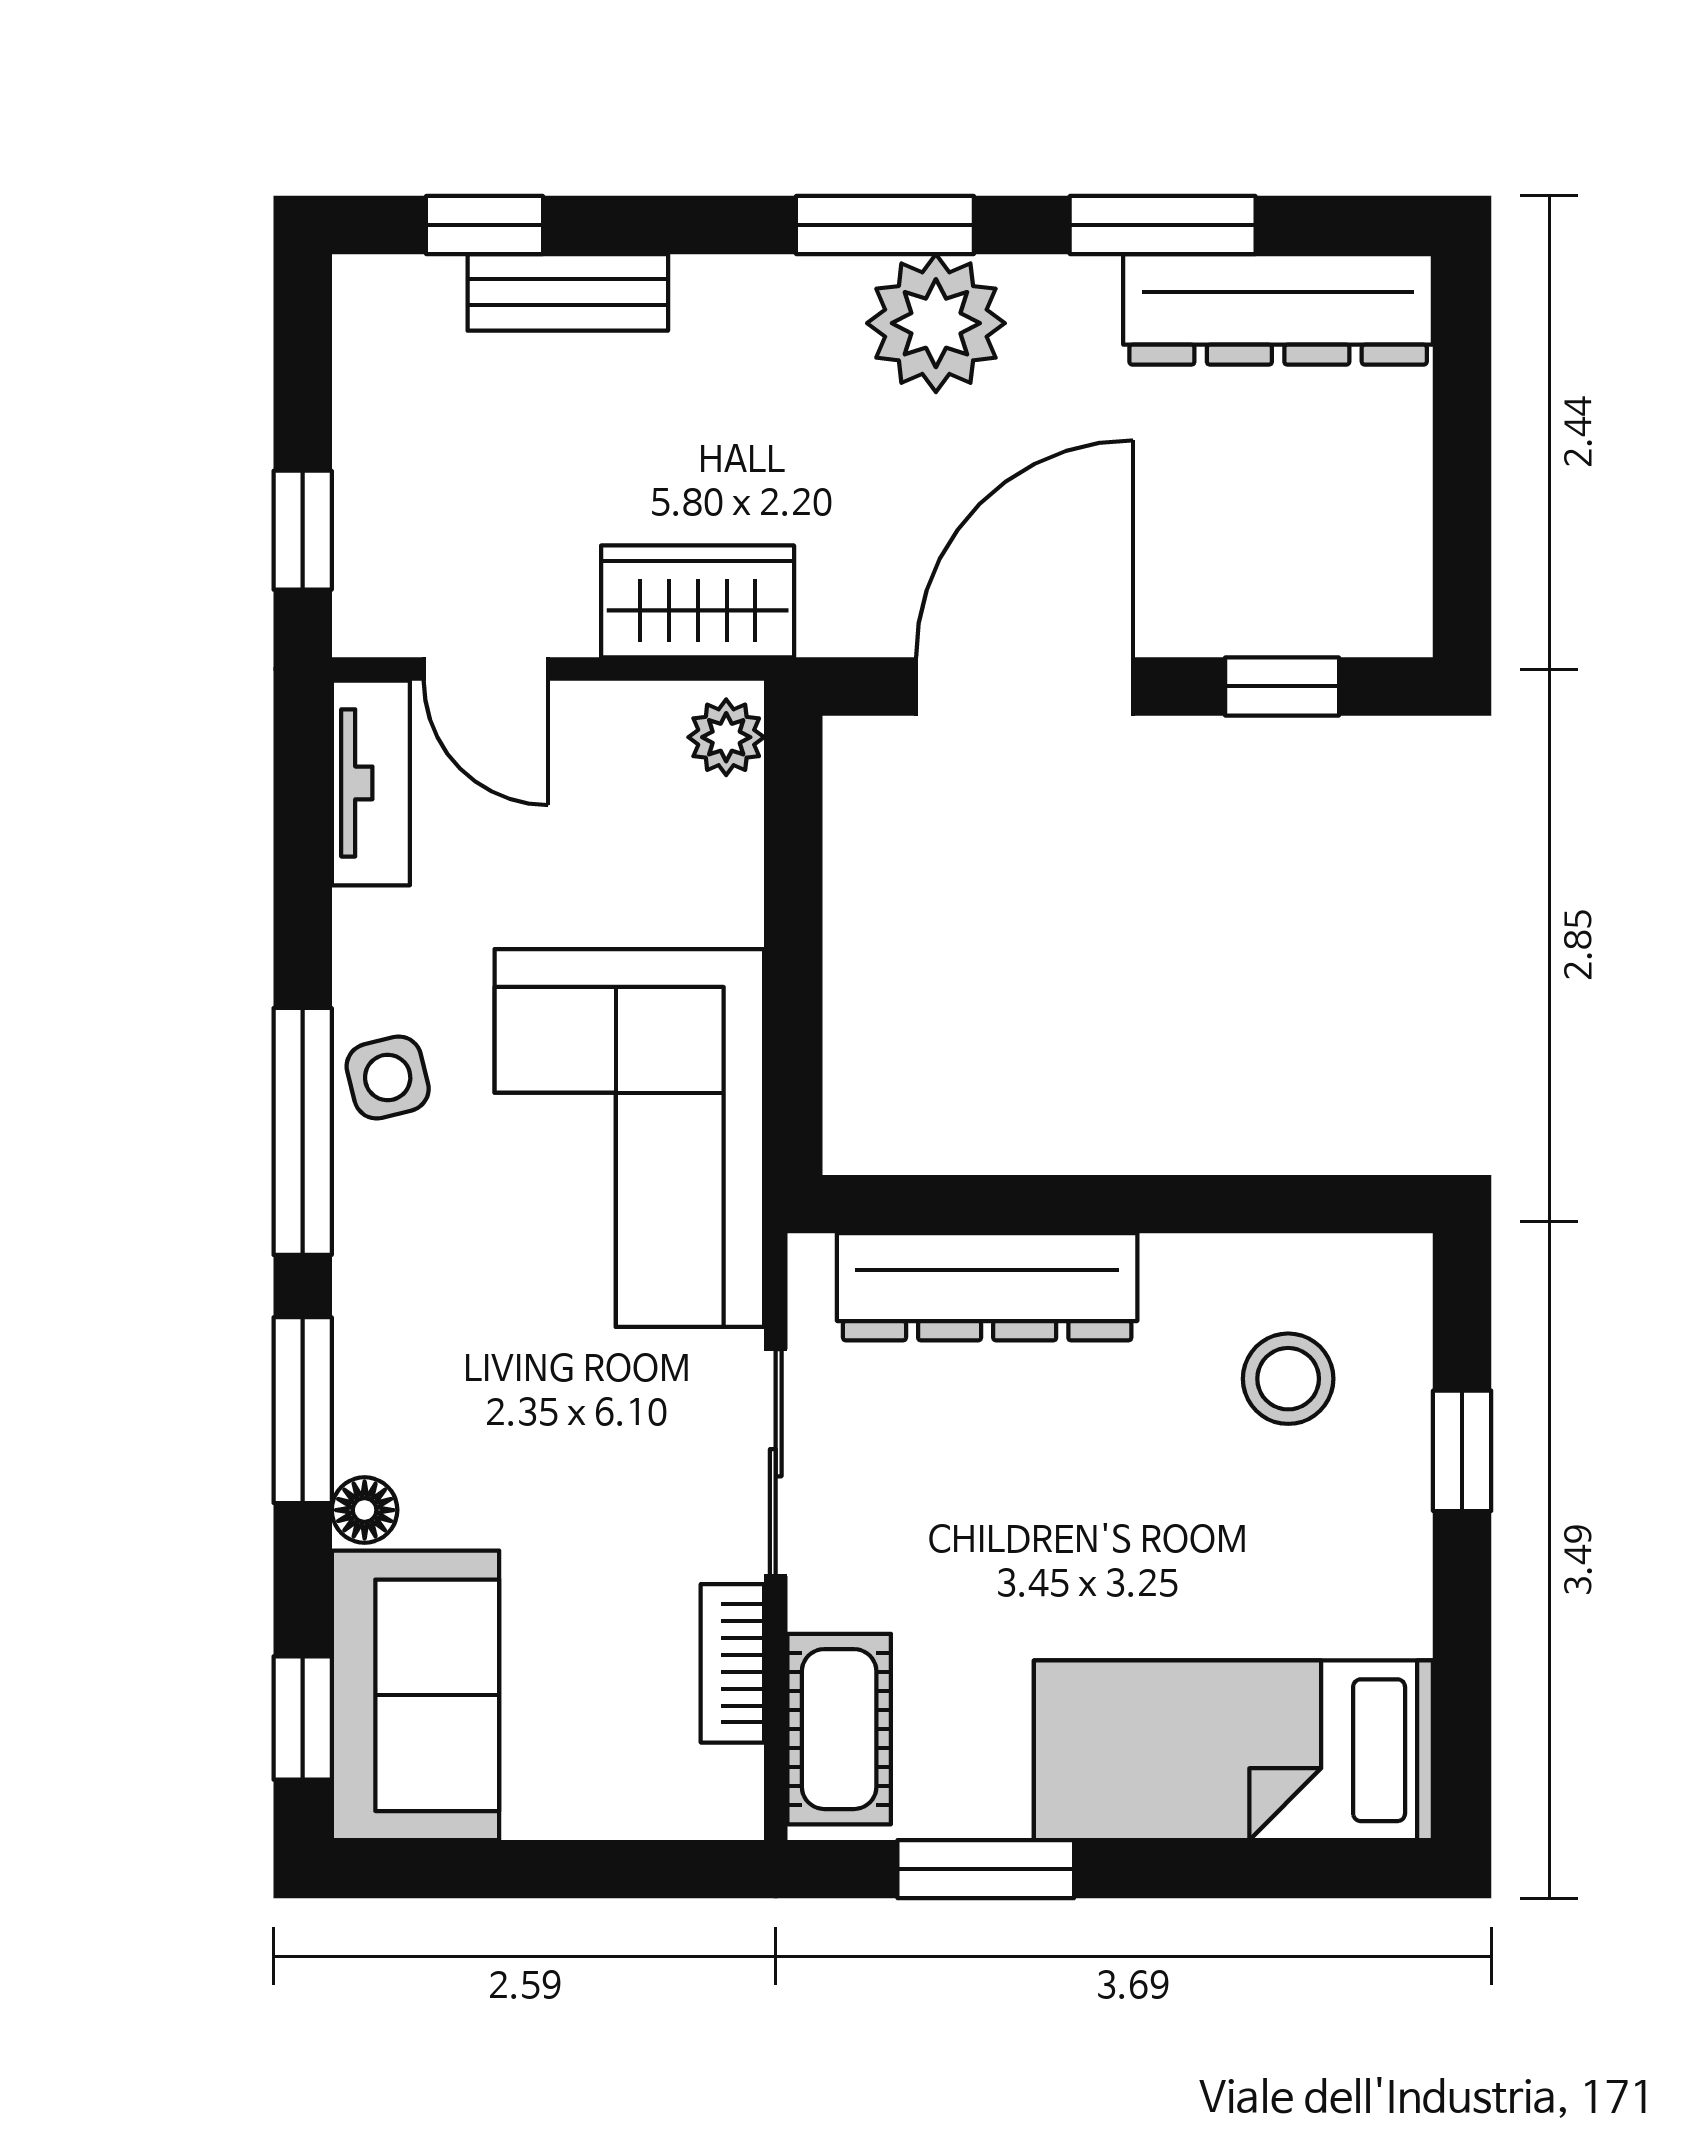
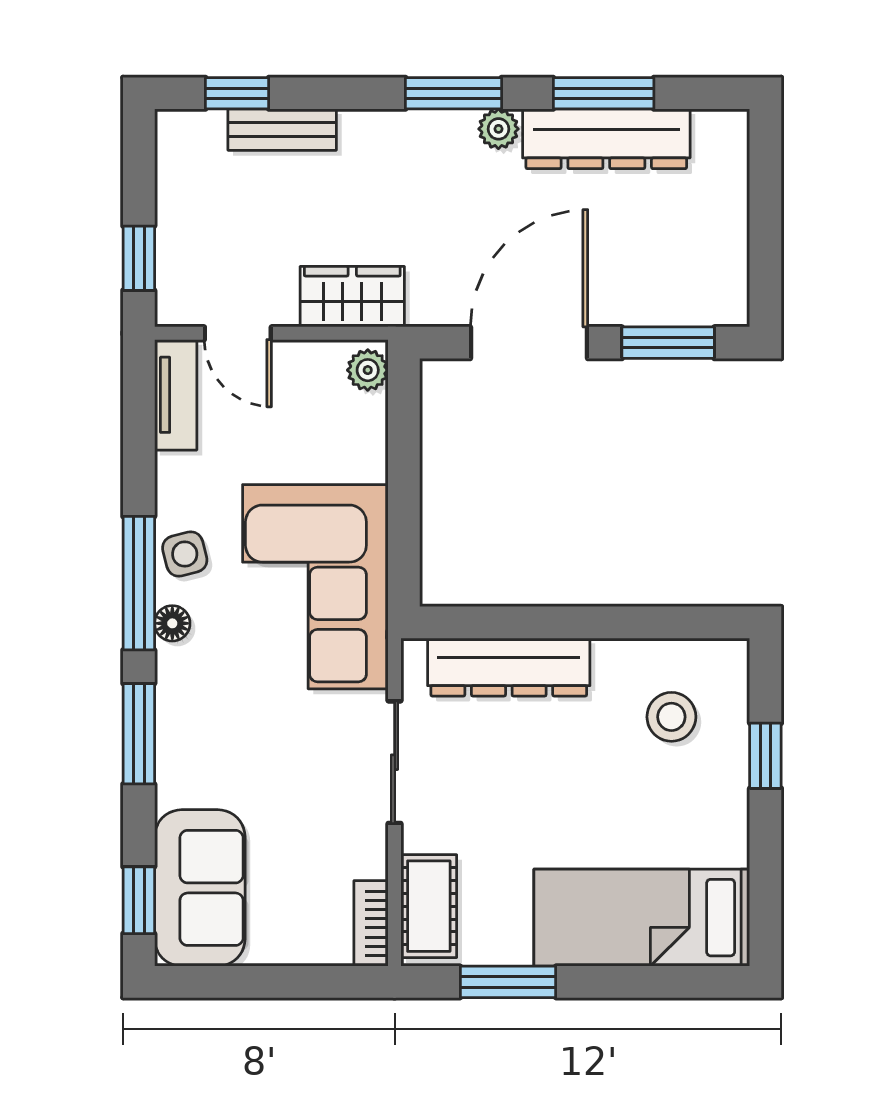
dresser: (1278, 309) -> (606, 139), moved
plant: (936, 323) -> (498, 129), width x0.53, depth x0.53
window: (1282, 686) -> (668, 343), width x1.50
floor lamp: (365, 1510) -> (172, 623), moved
bookcase: (732, 1663) -> (371, 923), moved

